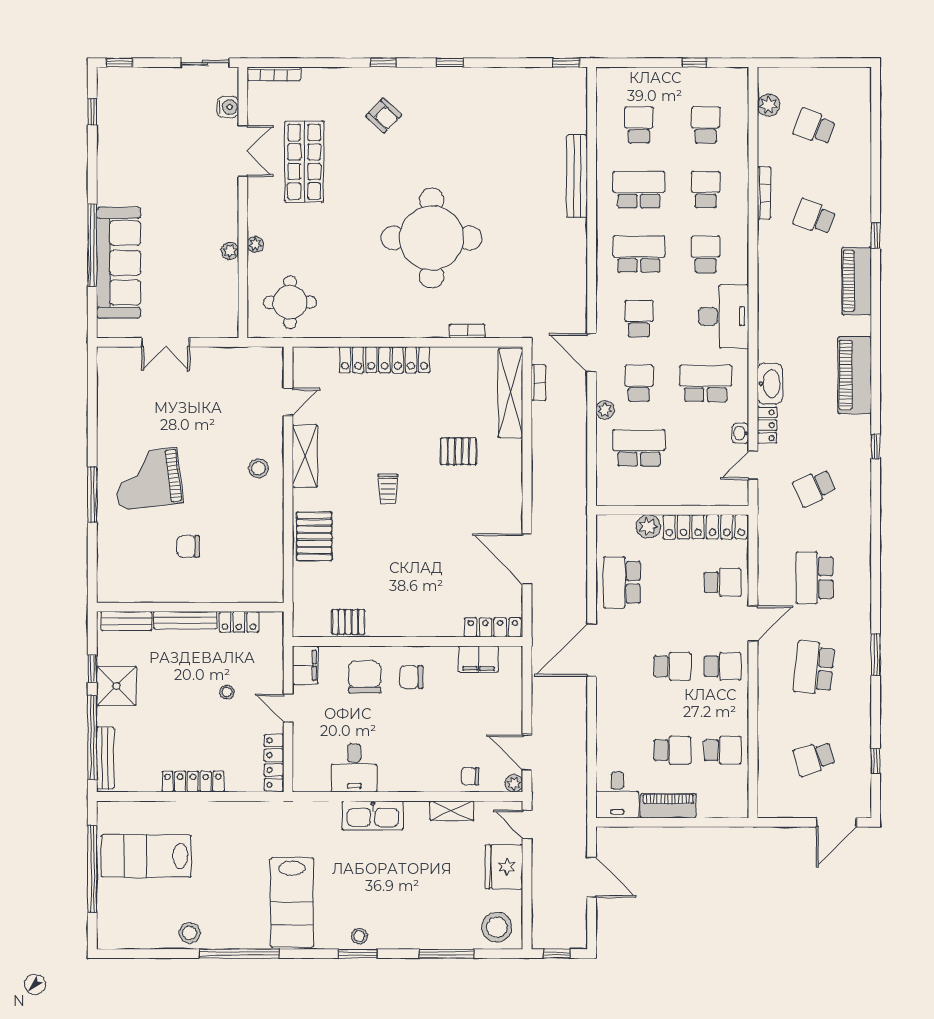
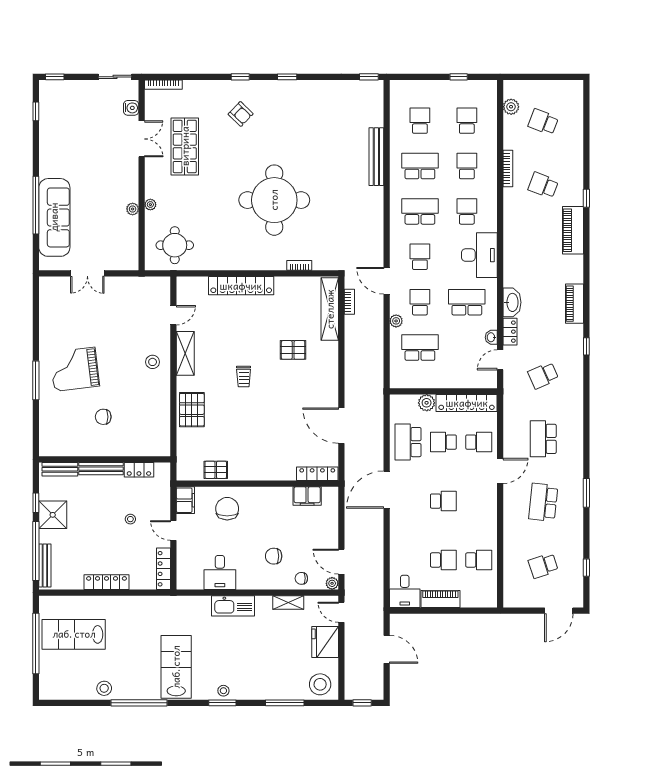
piano: (855, 375) -> (574, 304), width x0.73, depth x0.75
school desk: (723, 666) -> (443, 442), moved, turned 180
chair: (411, 677) -> (274, 556), moved
lab bench: (292, 902) -> (176, 667), turned 180

